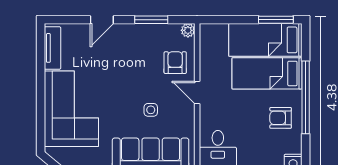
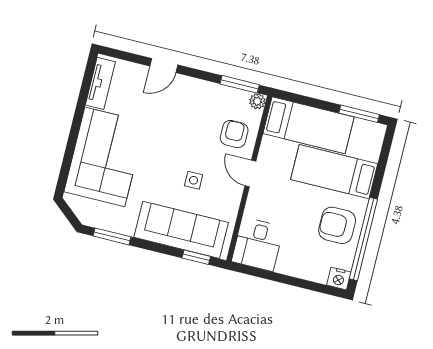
window: (151, 20) -> (240, 84), moved
bed: (265, 40) -> (309, 125), moved, turned 180
window: (306, 97) -> (363, 239), moved
armchair: (281, 118) -> (337, 225), width x1.38, depth x1.38

